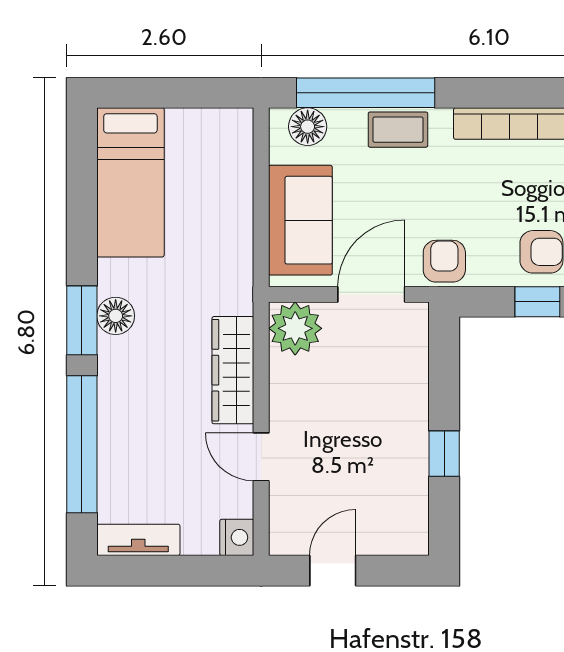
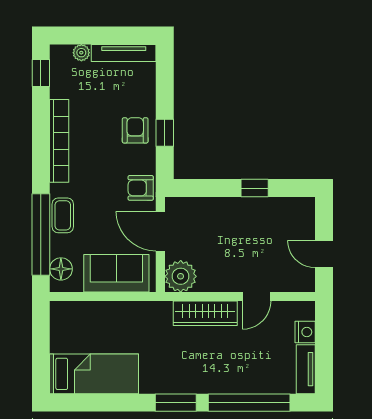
floor lamp: (116, 316) -> (173, 383), removed
nightstand: (237, 537) -> (305, 332), moved, turned 90

